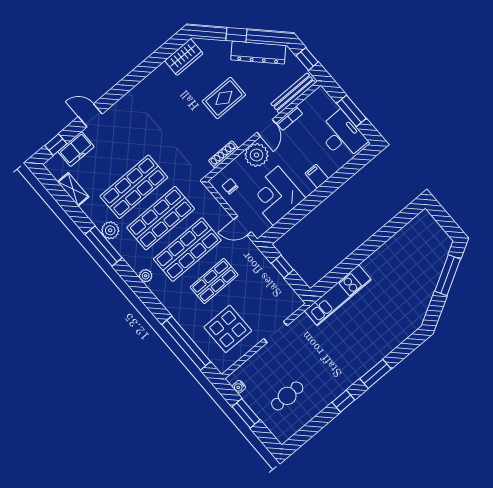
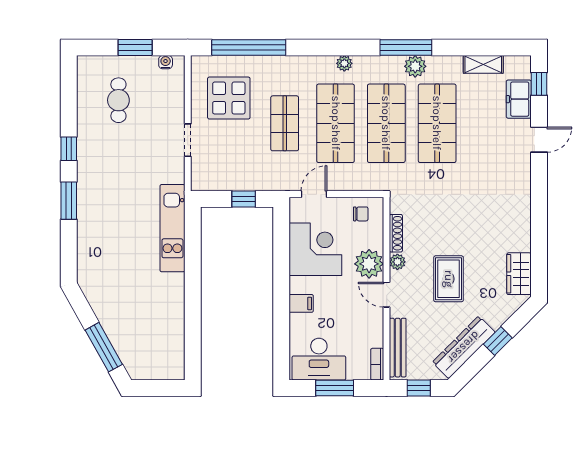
bookcase: (289, 118) -> (377, 364), moved
plant: (240, 138) -> (397, 262), added

